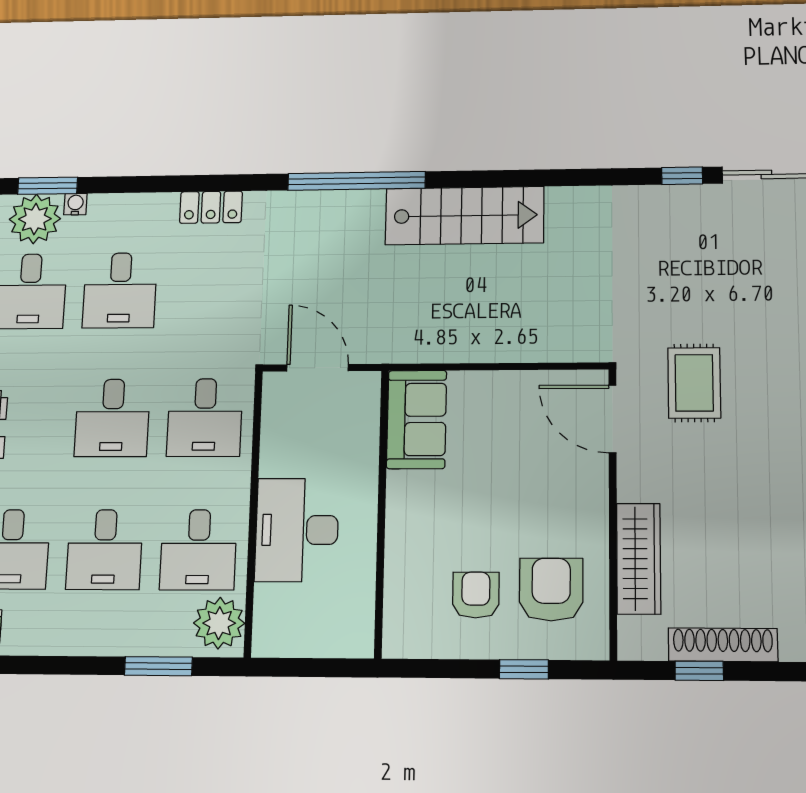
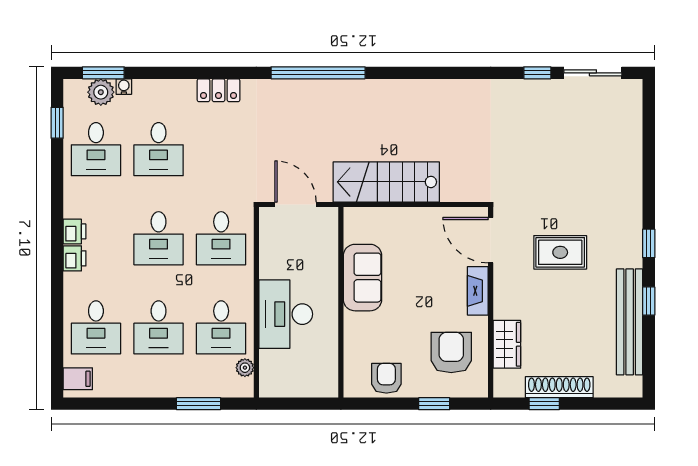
stairs: (464, 216) -> (386, 182), moved, turned 180
plant: (35, 219) -> (101, 92), width x0.73, depth x0.73
rug: (694, 383) -> (560, 252), moved, turned 90
sofa: (417, 419) -> (363, 278), moved
fireplace: (593, 495) -> (478, 291), added
wardrobe: (639, 559) -> (507, 344), width x0.67
armchair: (476, 595) -> (386, 378), moved
plant: (219, 623) -> (245, 368), width x0.53, depth x0.53

